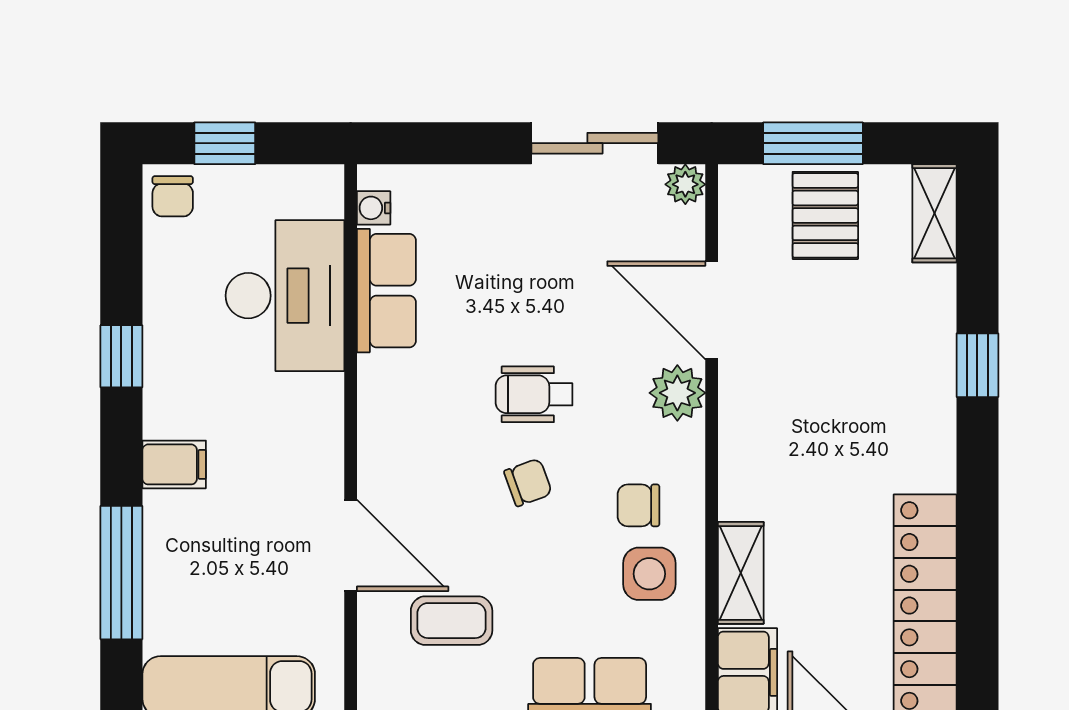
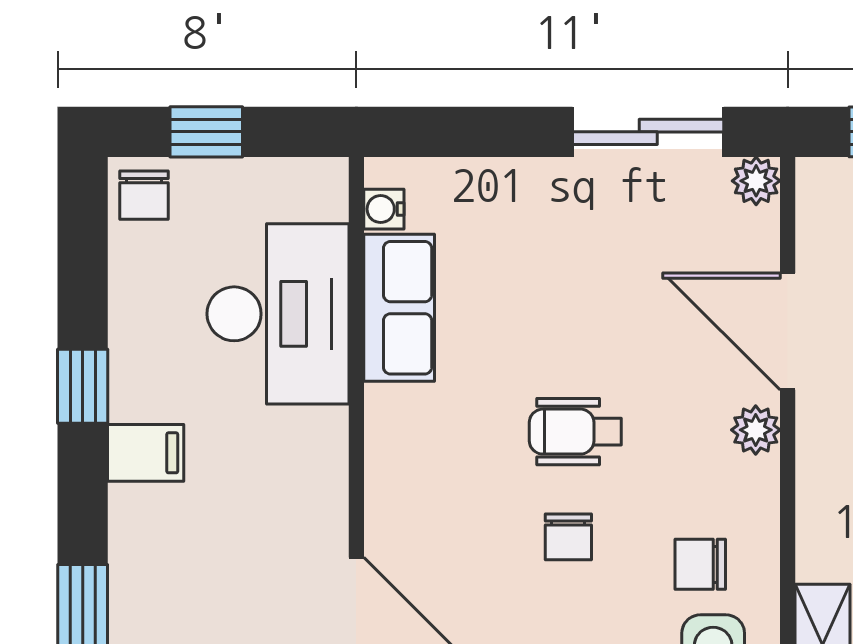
plant: (677, 393) -> (756, 430), width x0.73, depth x0.73
filing cabinet: (174, 464) -> (146, 453), moved
chair: (528, 482) -> (568, 537), turned 110

